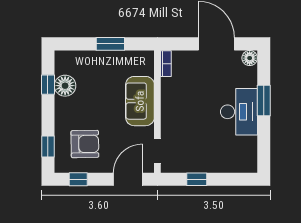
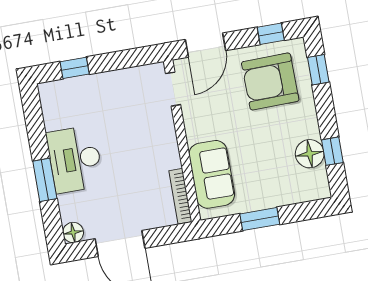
bookcase: (166, 64) -> (180, 196), width x1.56
sofa: (140, 101) -> (212, 174), moved
armchair: (85, 144) -> (270, 81), width x1.36, depth x1.36
window: (197, 179) -> (75, 68), moved

